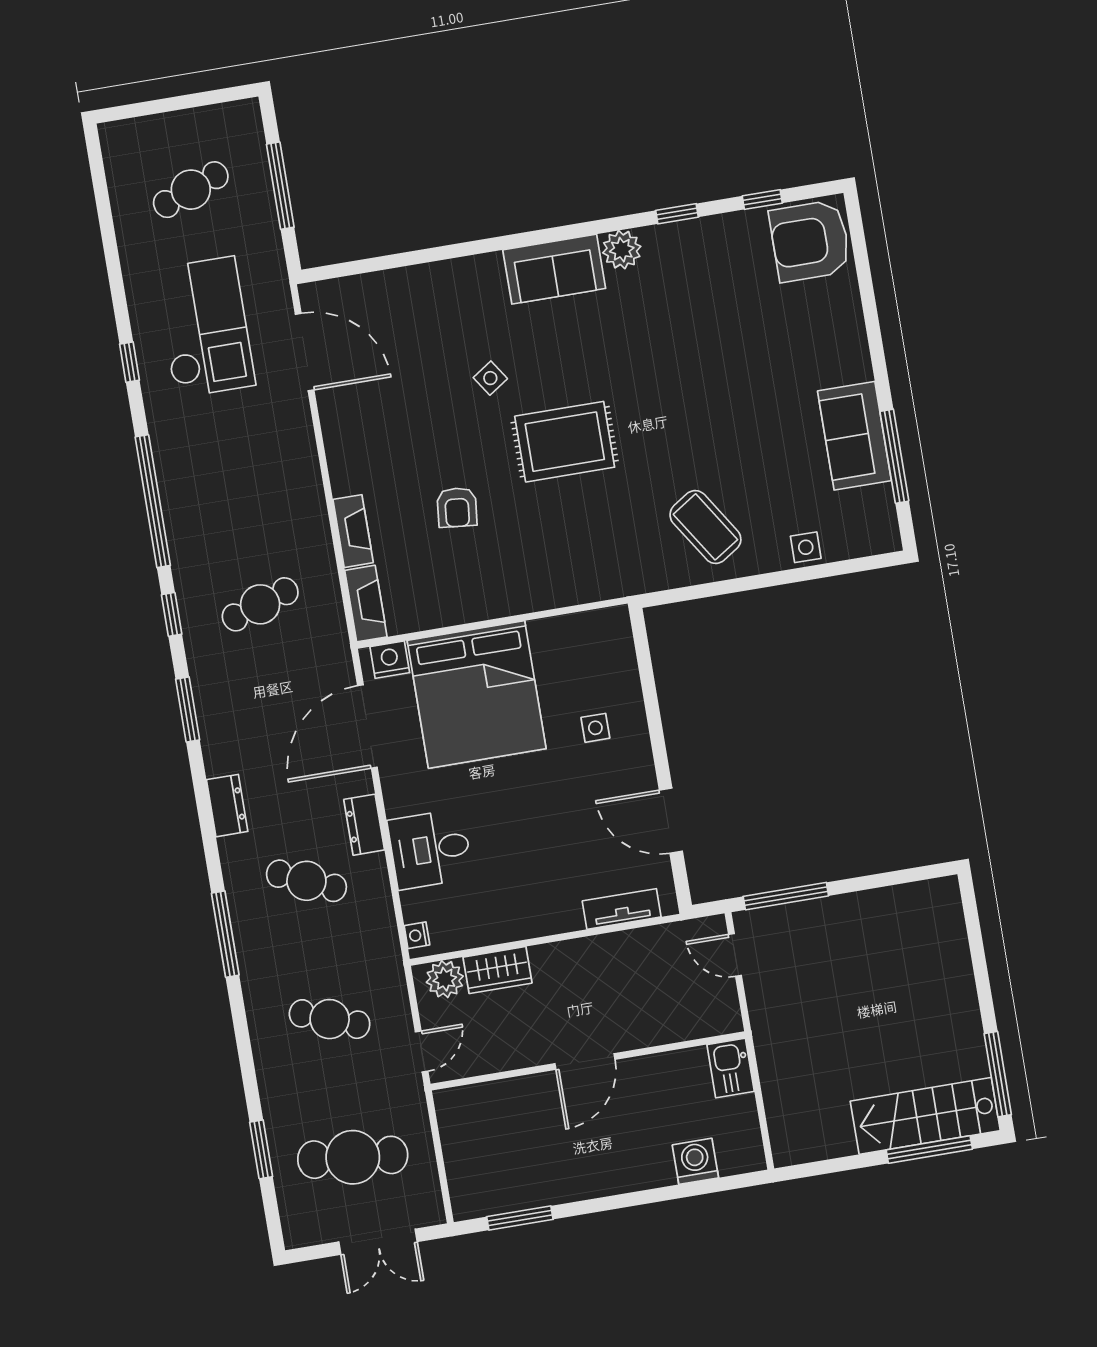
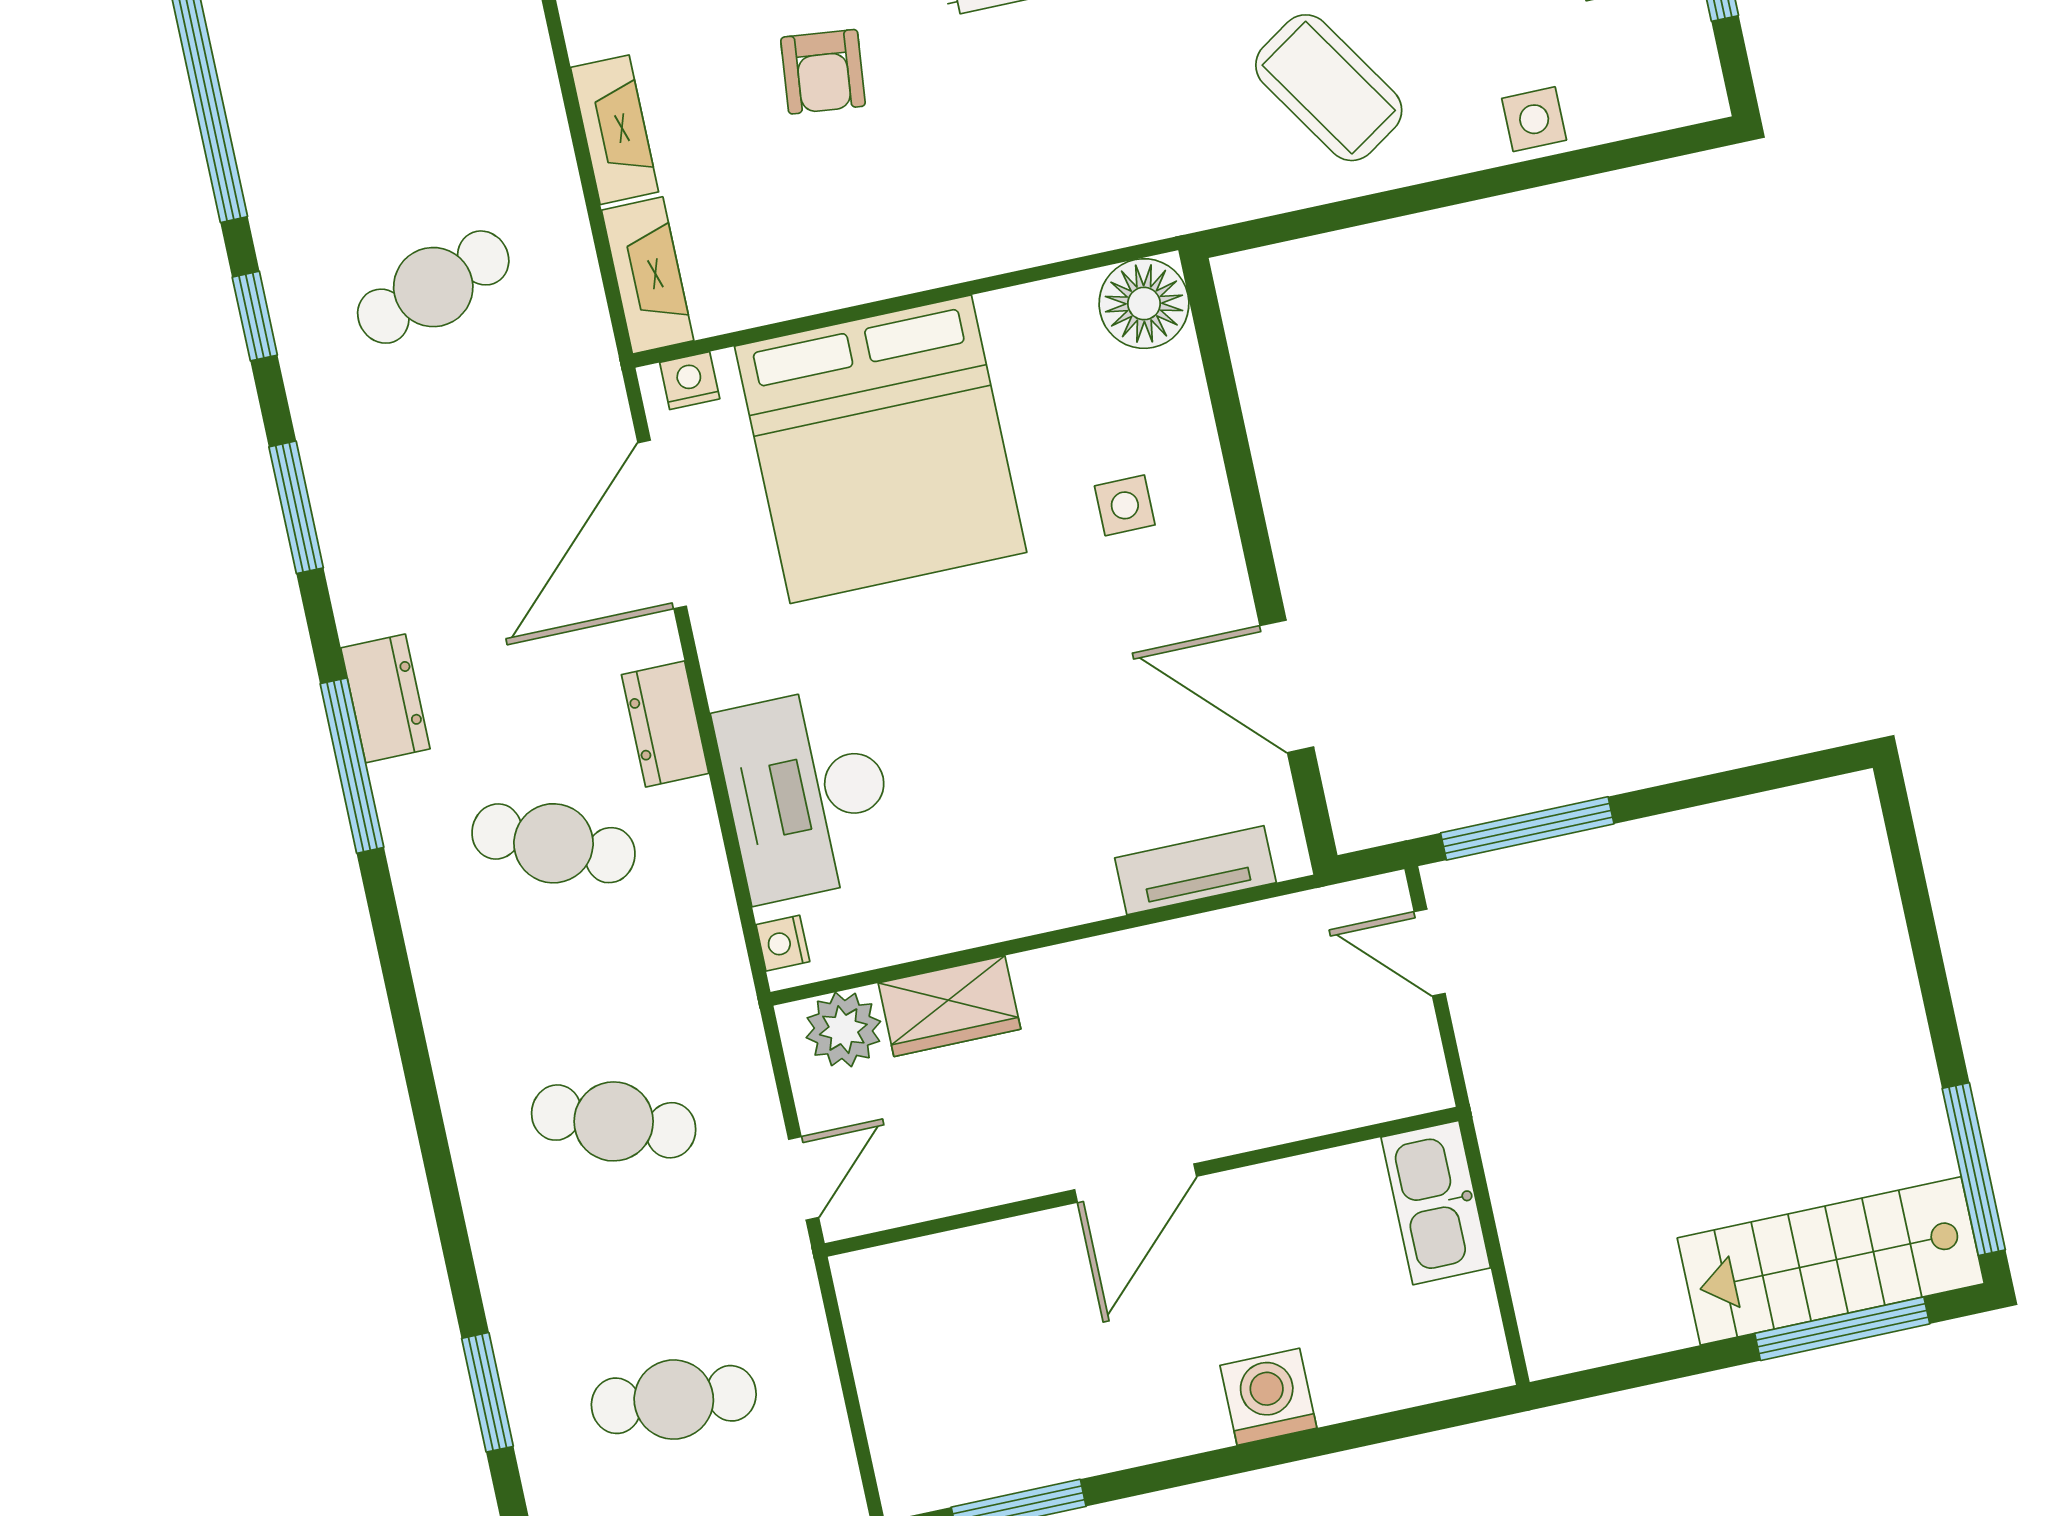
floor lamp: (610, 629) -> (1144, 304), added
nightstand: (390, 660) -> (690, 381), width x0.72, depth x0.74
desk: (430, 849) -> (807, 794), width x1.37
window: (225, 934) -> (352, 766), moved
kitchen sink: (731, 1068) -> (1436, 1203), width x1.38
cafe table: (353, 1157) -> (674, 1400), width x0.73, depth x0.74
washing machine: (695, 1161) -> (1268, 1397), moved

